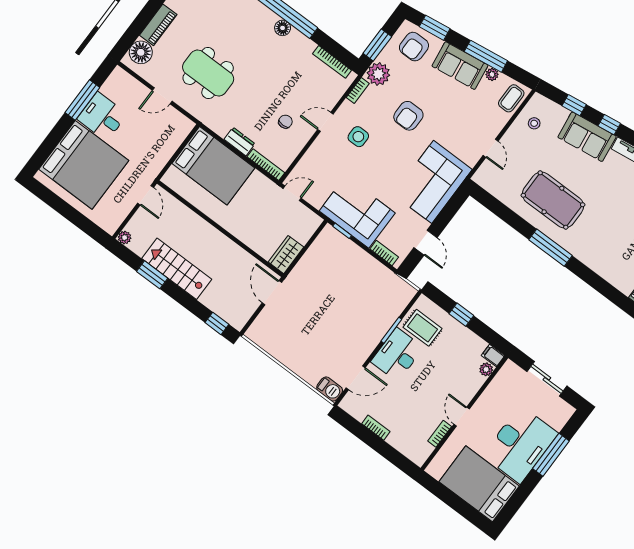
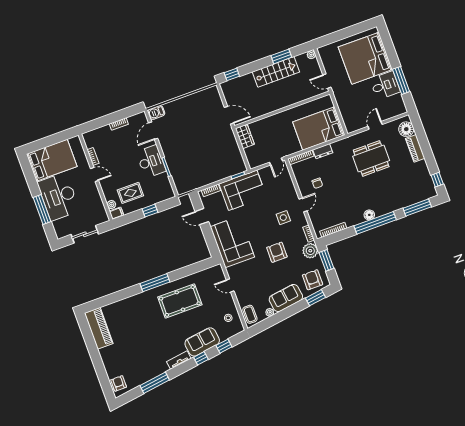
window: (486, 56) -> (282, 315), removed
rug: (423, 328) -> (130, 193), moved

